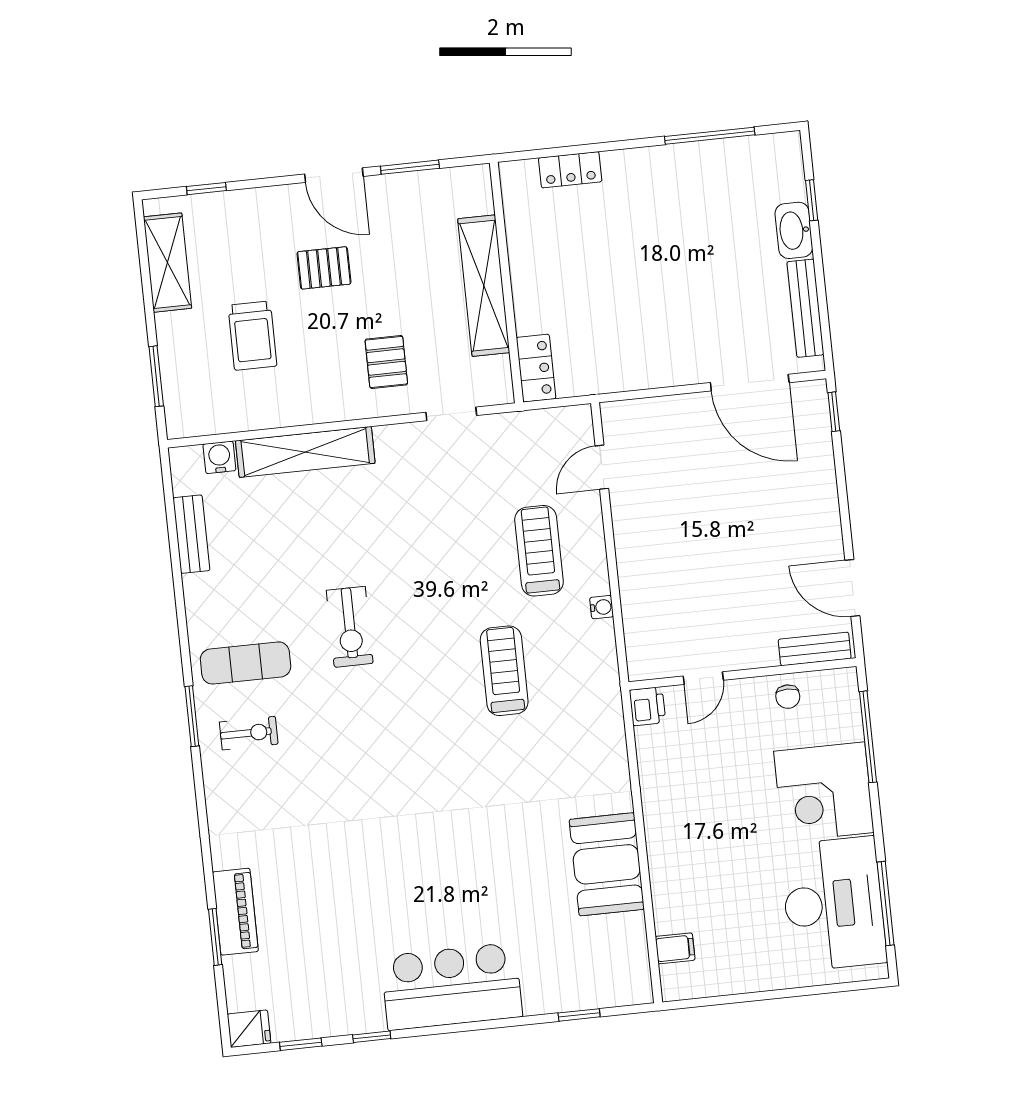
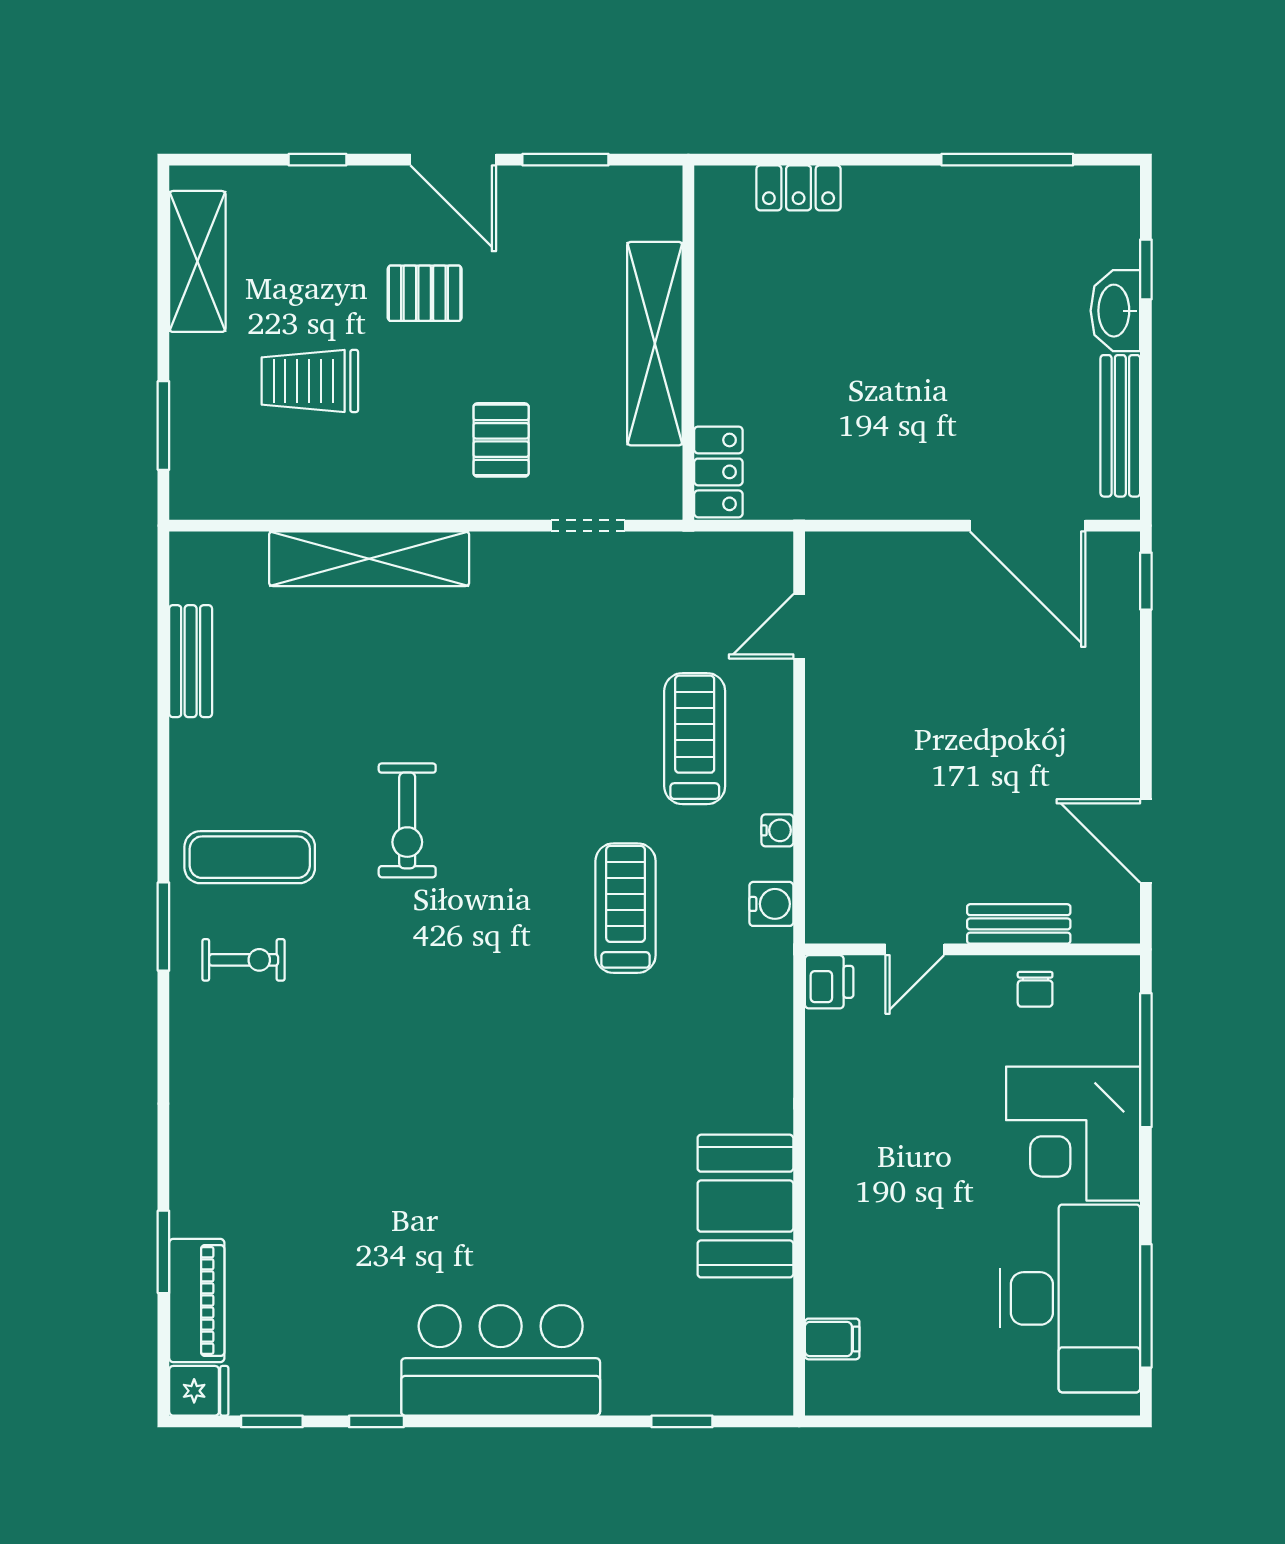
window: (206, 189) -> (317, 160), moved
trolley: (252, 336) -> (310, 381), turned 90
water cooler: (219, 457) -> (771, 904), moved, turned 90
bench: (815, 649) -> (1019, 924), moved
piano: (235, 912) -> (197, 1300), moved

